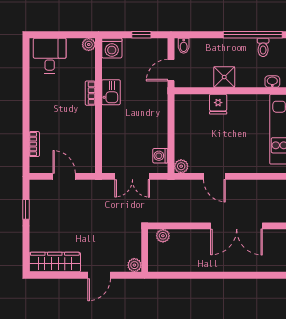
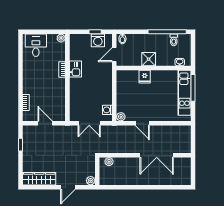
washing machine: (112, 48) -> (98, 40), moved

